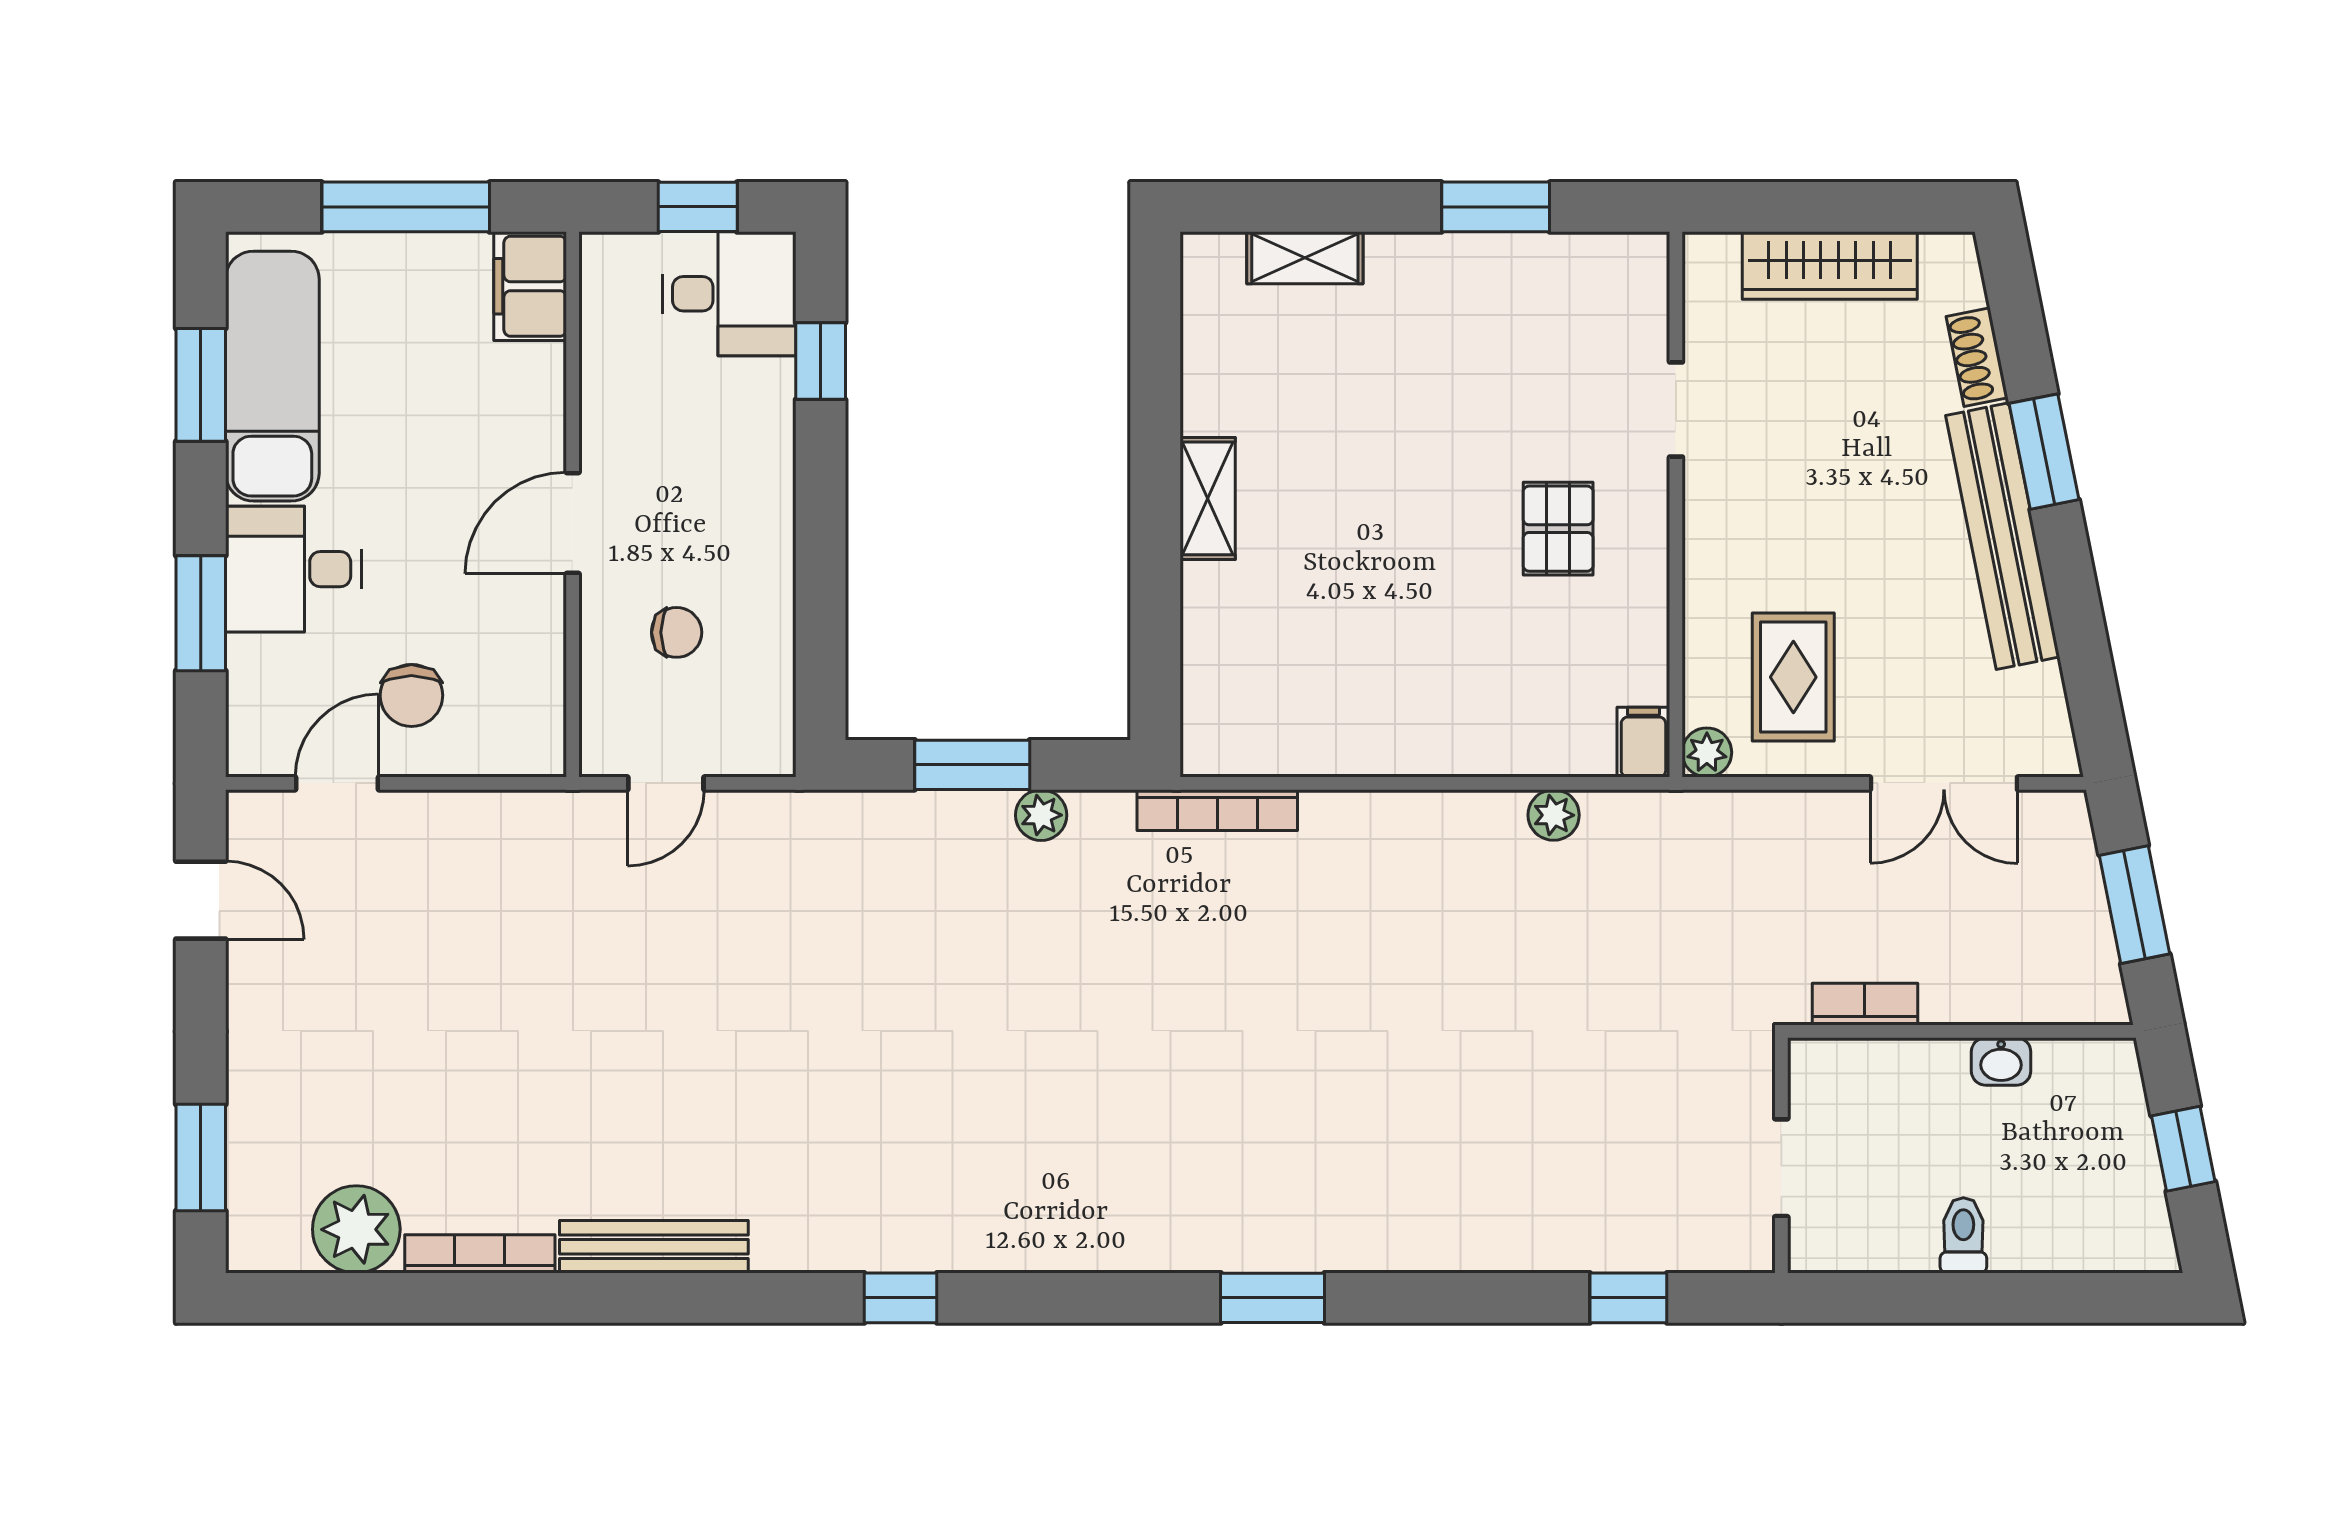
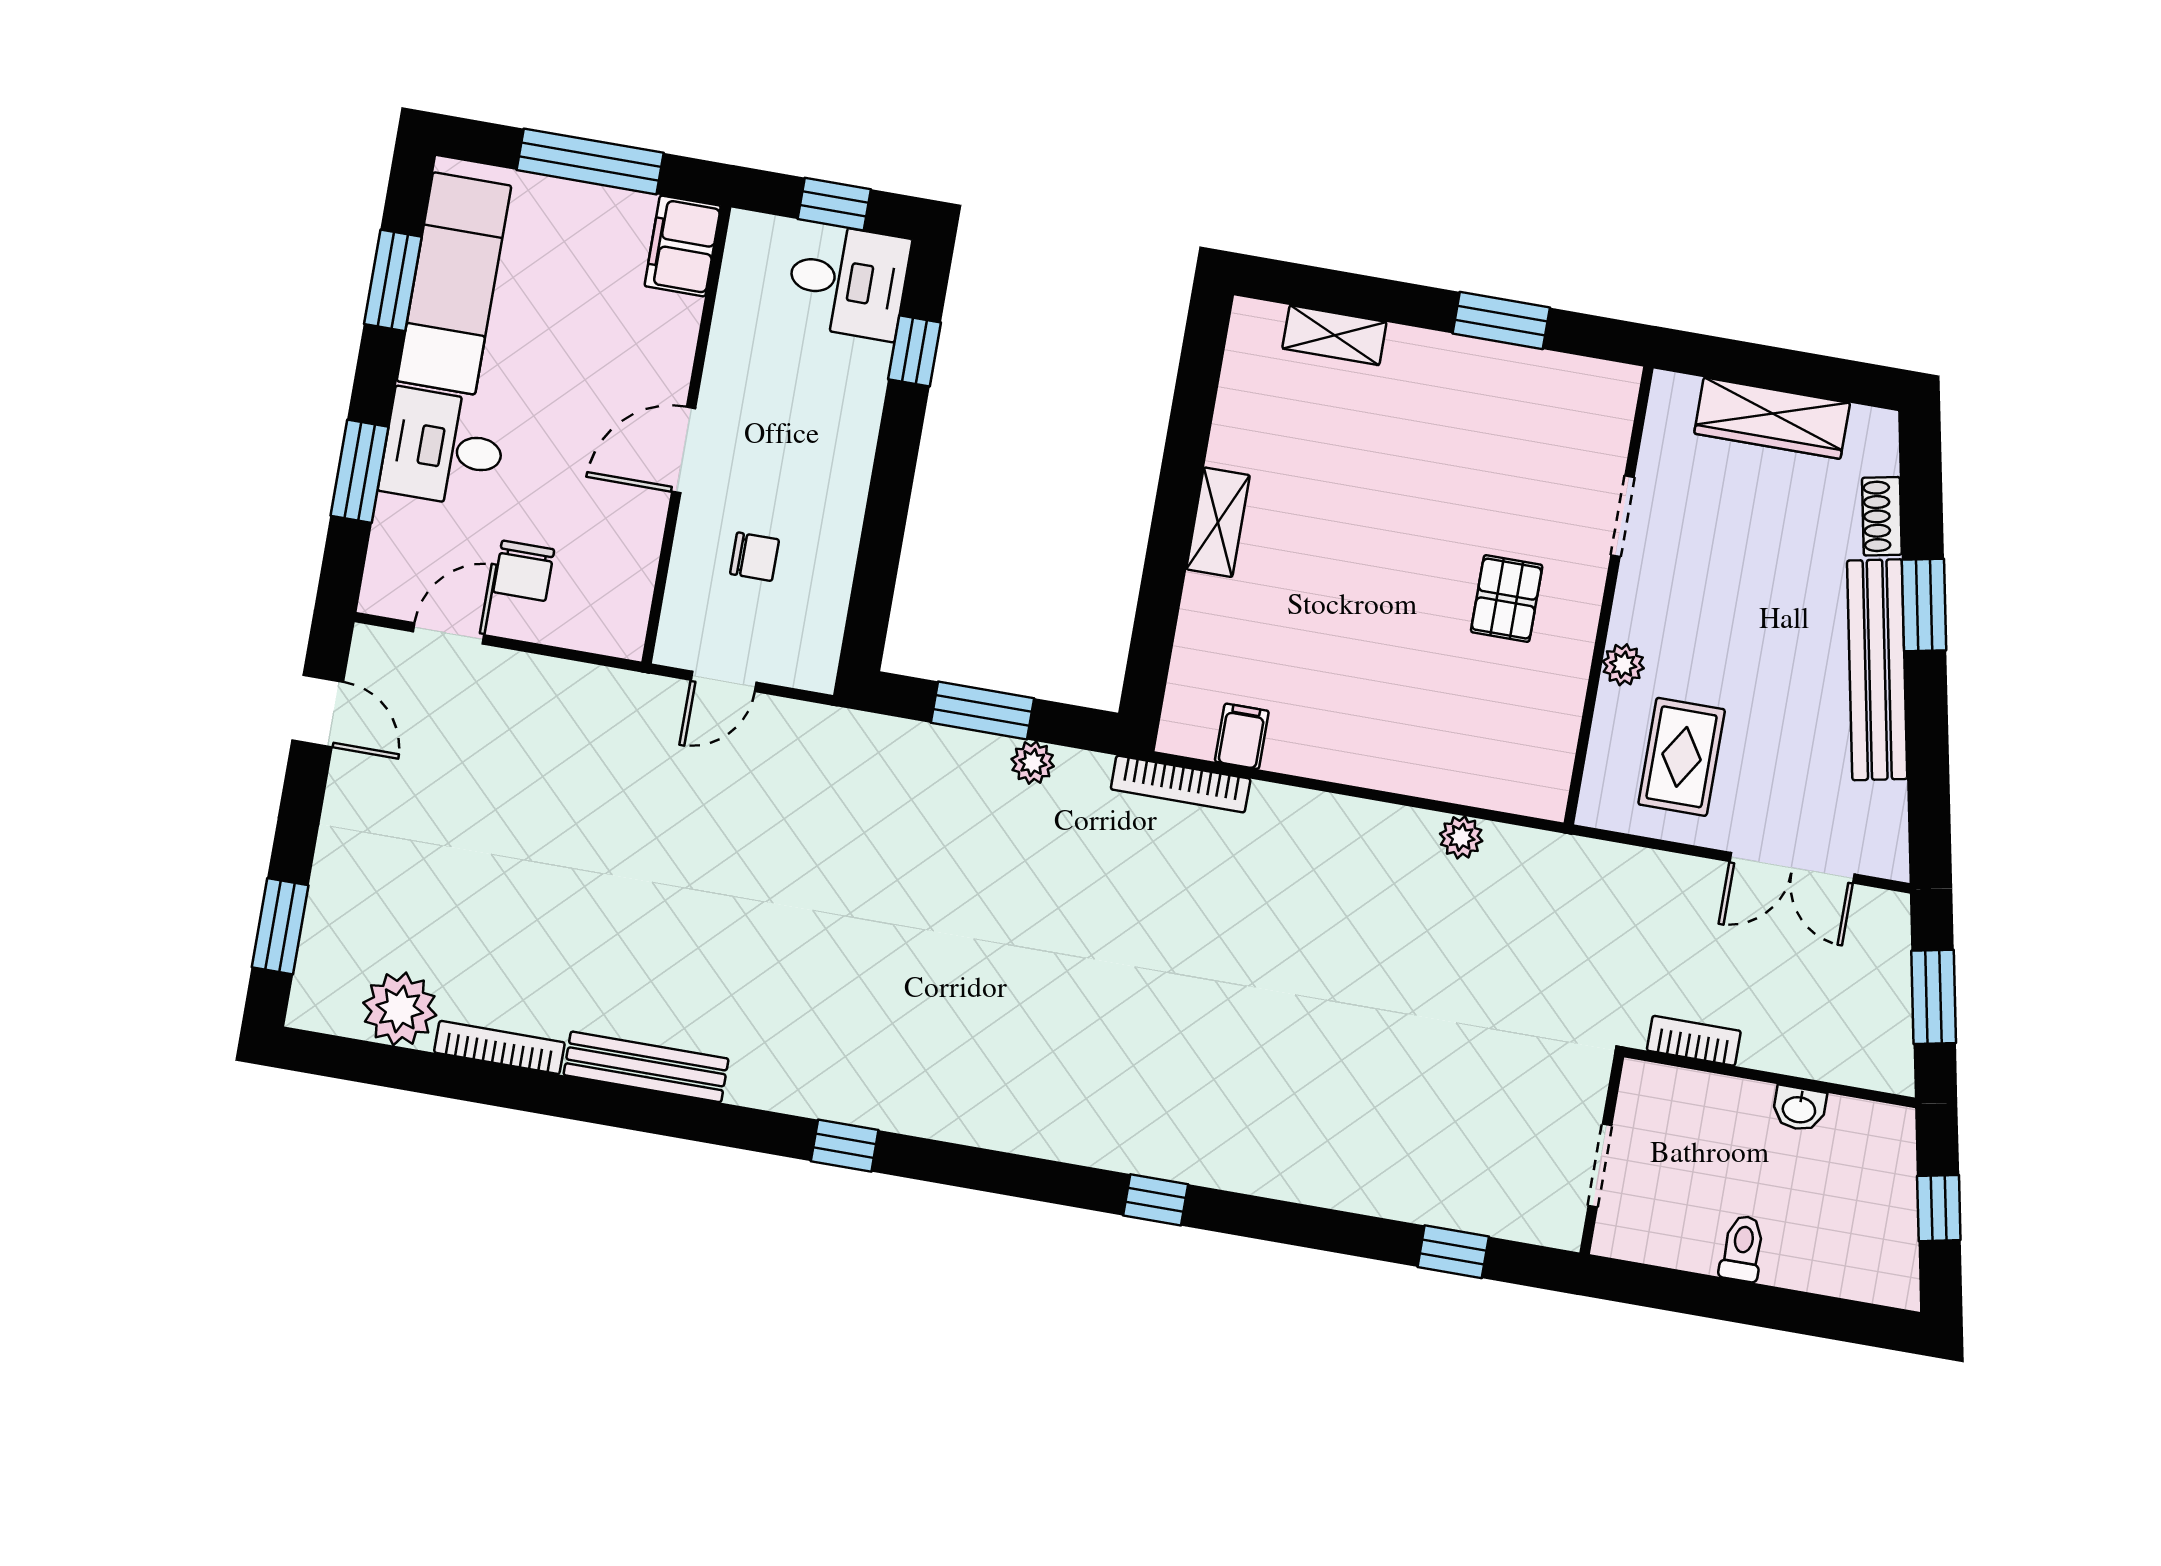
filing cabinet: (1643, 742) -> (1242, 736), moved
plant: (1707, 752) -> (1623, 665), moved
window: (1273, 1298) -> (1156, 1200), width x0.67

